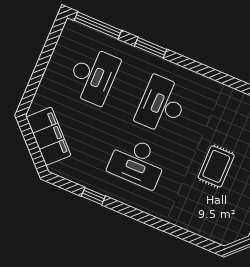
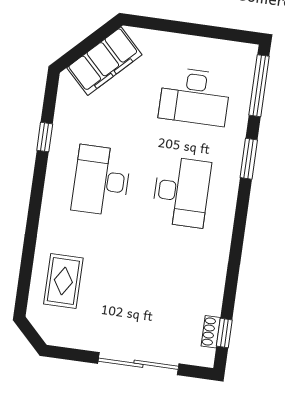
desk: (162, 105) -> (181, 192), turned 90
rug: (216, 166) -> (63, 281), moved, turned 90

